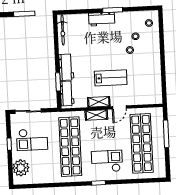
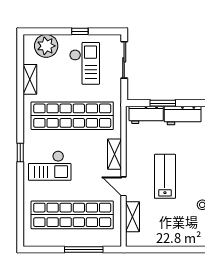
lab bench: (111, 78) -> (165, 176), turned 180
shelving: (99, 102) -> (132, 217), moved
checkout: (32, 140) -> (85, 63), turned 180
checkout: (107, 161) -> (50, 166), turned 90
shelving: (45, 178) -> (30, 79), added

